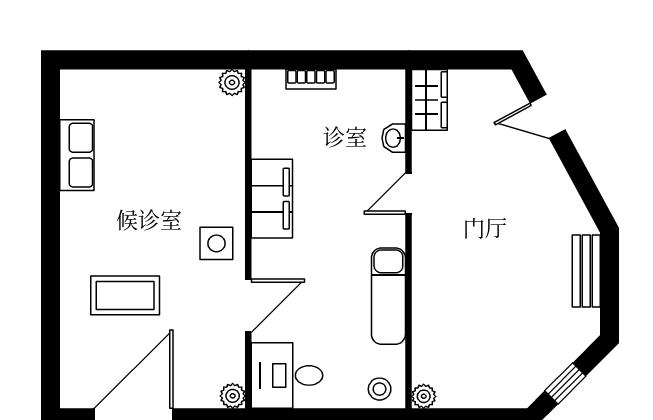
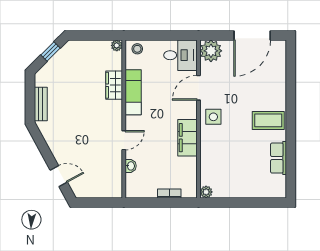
wardrobe: (429, 100) -> (114, 85), moved
coffee table: (125, 295) -> (268, 120), moved
plant: (233, 396) -> (211, 51), width x1.88, depth x1.88

